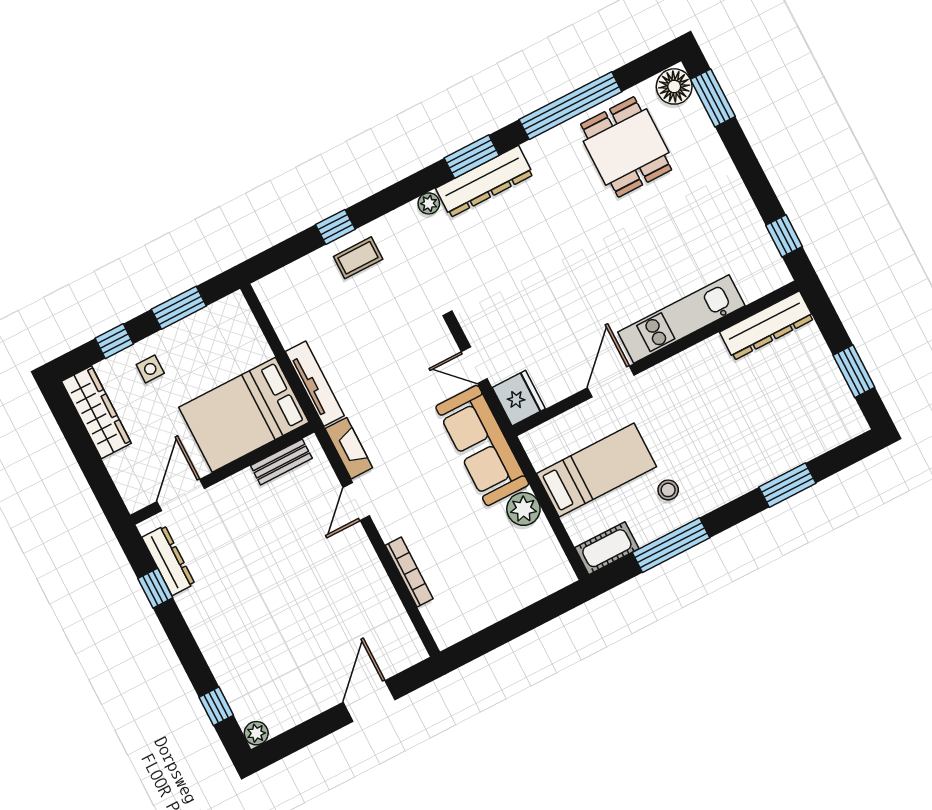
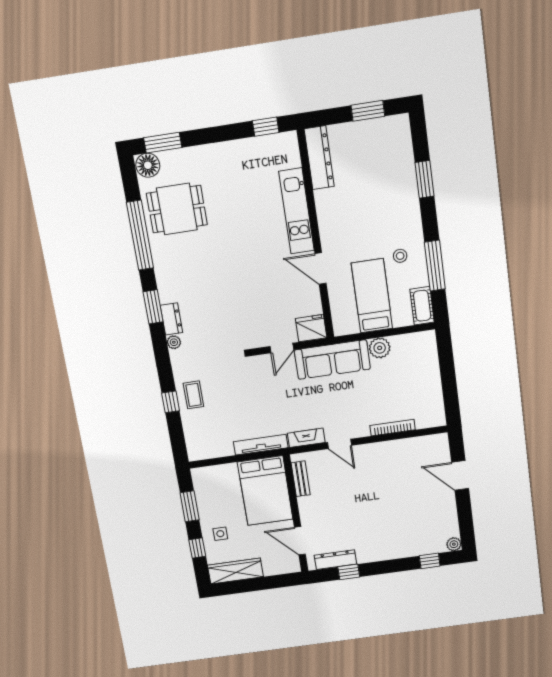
dresser: (485, 181) -> (171, 319), width x0.51, depth x0.80

